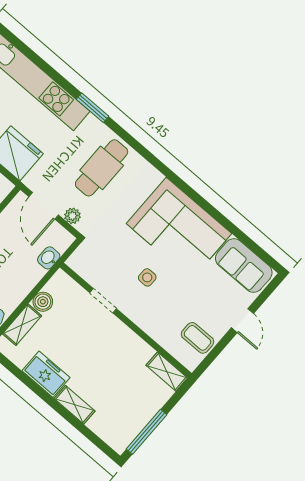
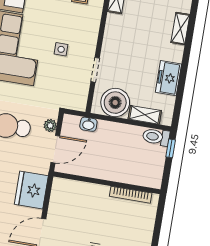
boiler: (43, 302) -> (115, 103), width x1.86, depth x1.86
shelving: (75, 405) -> (180, 29), moved

